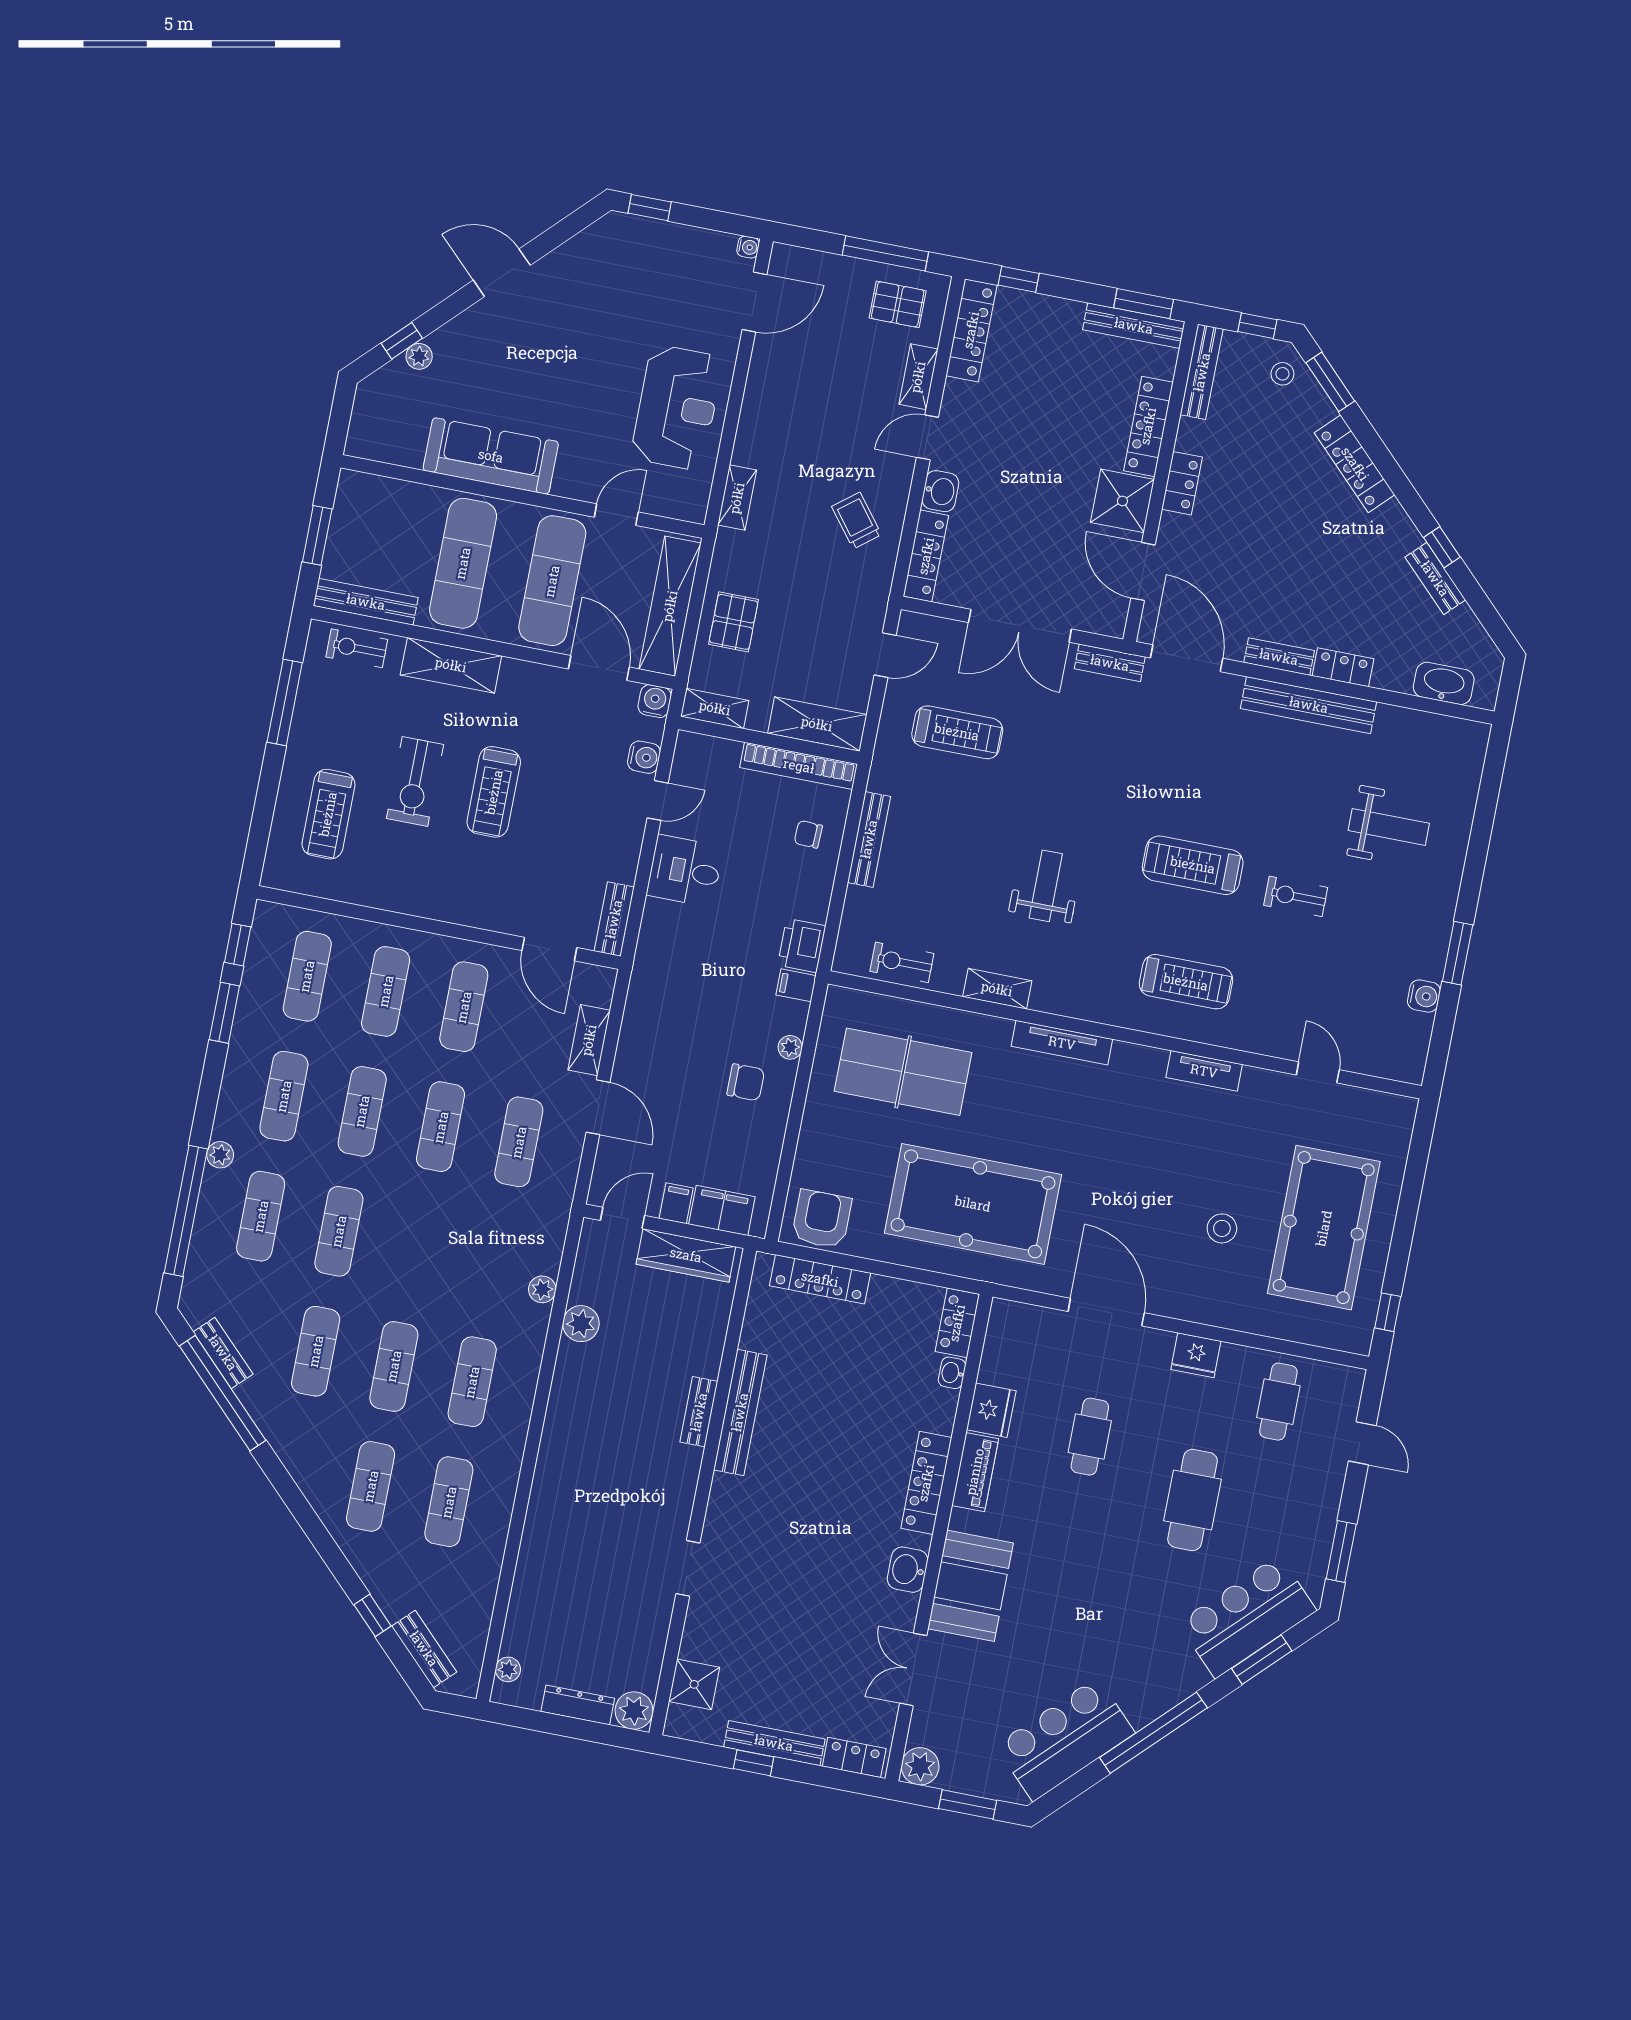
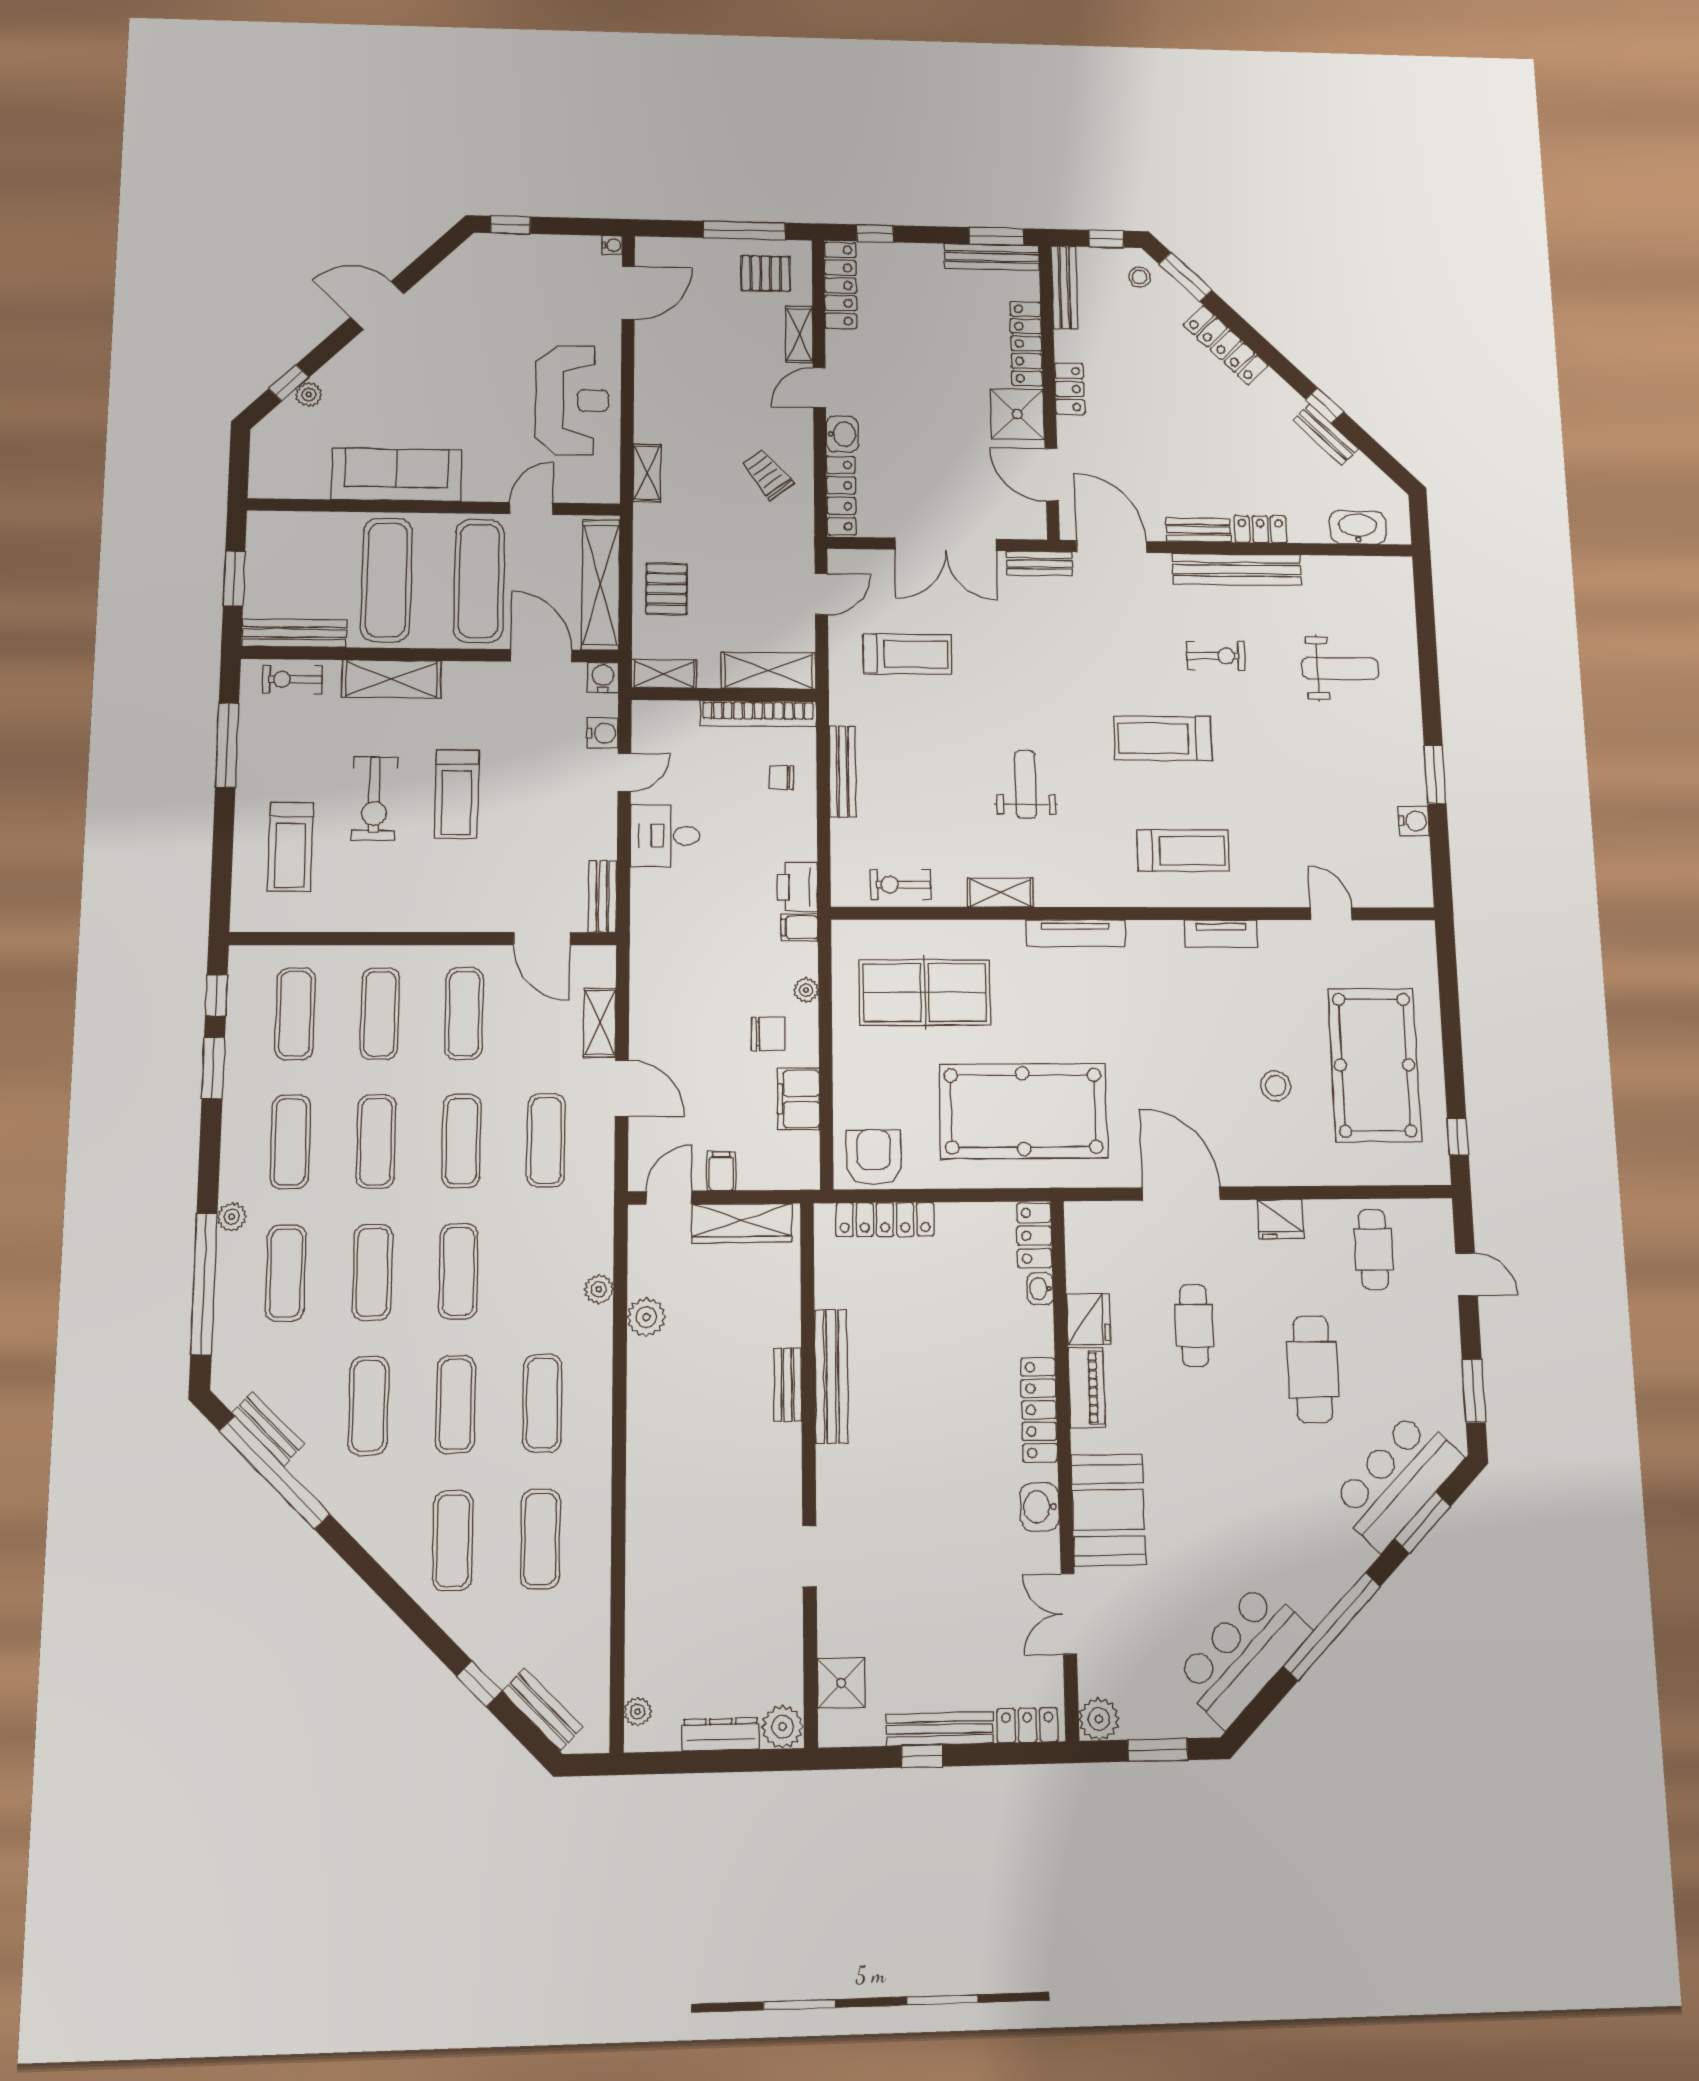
exercise bike: (1296, 896) -> (1216, 656), moved, turned 180
filing cabinet: (722, 1210) -> (799, 1099), moved, turned -90
exercise mat: (417, 1247) -> (459, 1271), added

